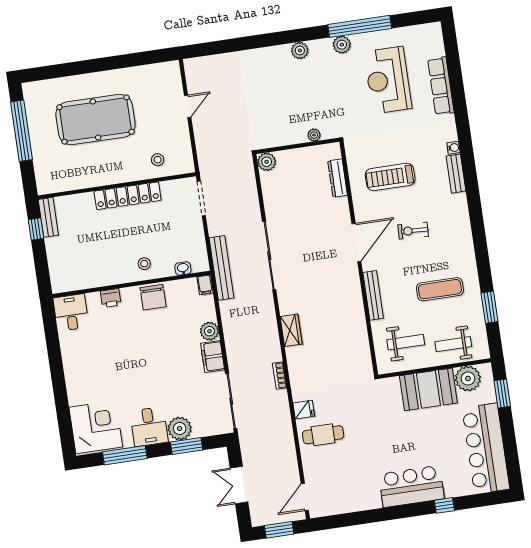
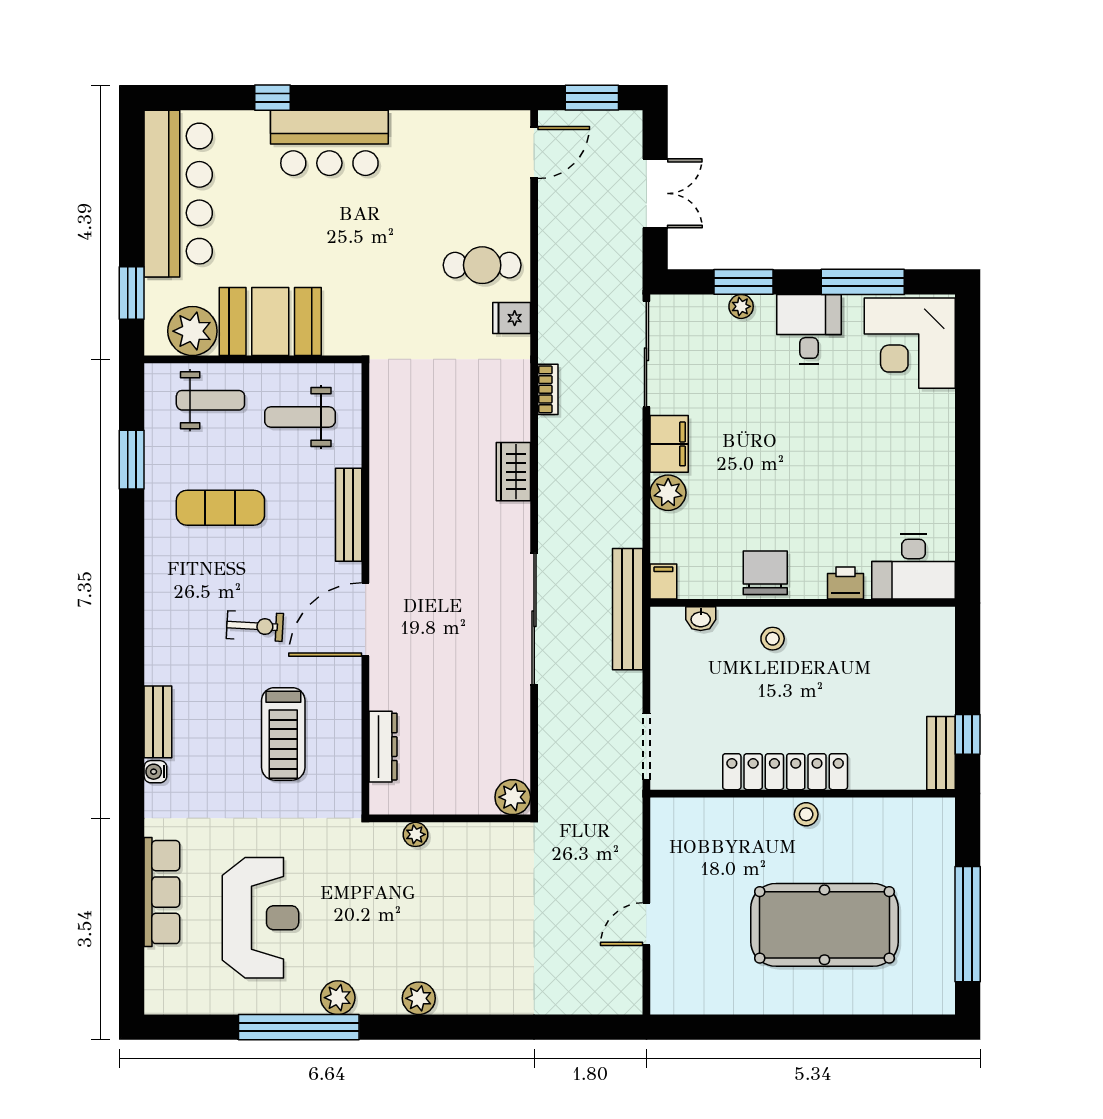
stool: (158, 160) -> (806, 814), moved
treadmill: (390, 177) -> (283, 734), turned 90
desk: (71, 313) -> (914, 567), width x1.37
plant: (180, 428) -> (741, 306), width x0.53, depth x0.53

